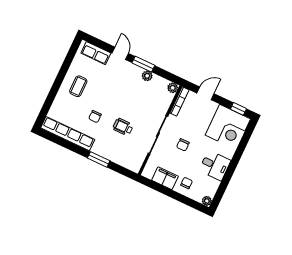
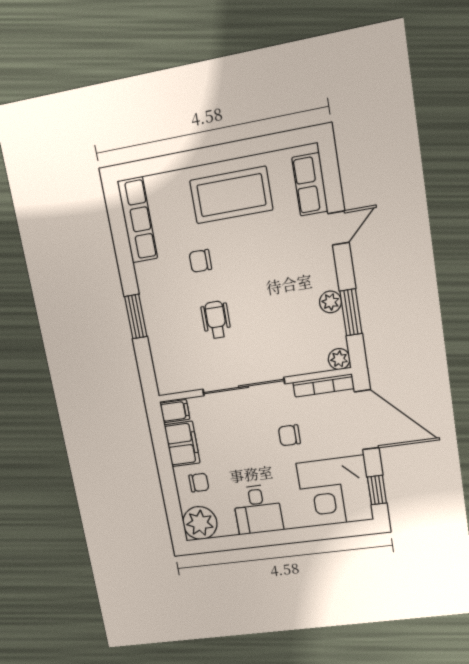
window: (143, 64) -> (351, 312), moved
coffee table: (78, 86) -> (231, 195), width x1.86, depth x1.72
door: (205, 93) -> (367, 420), width x1.87
row of seats: (68, 134) -> (137, 220), width x0.73
chair: (183, 145) -> (289, 435), moved
filing cabinet: (149, 171) -> (175, 411), added
plant: (207, 201) -> (200, 523), width x1.87, depth x1.87

